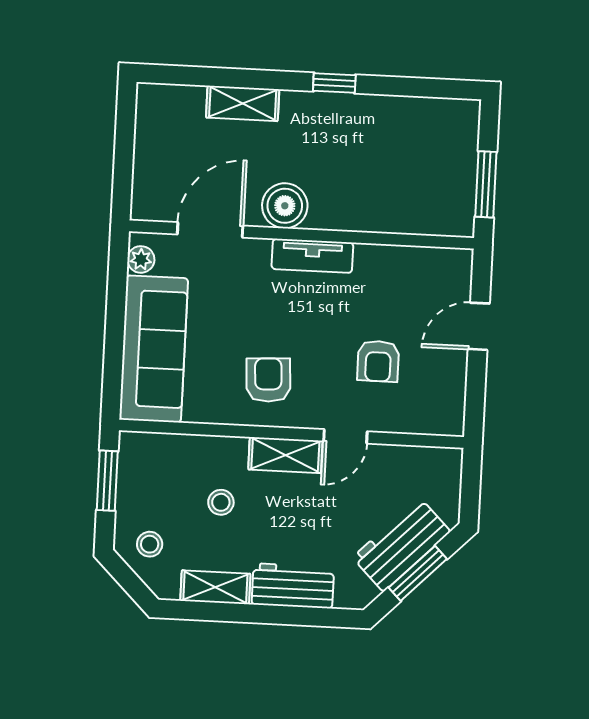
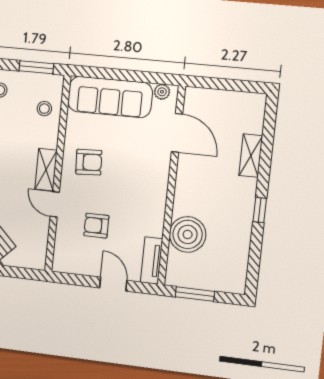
boiler: (285, 206) -> (188, 234), moved, width x1.37, depth x1.37
tv unit: (312, 256) -> (152, 261), moved
stool: (221, 502) -> (44, 109), moved

